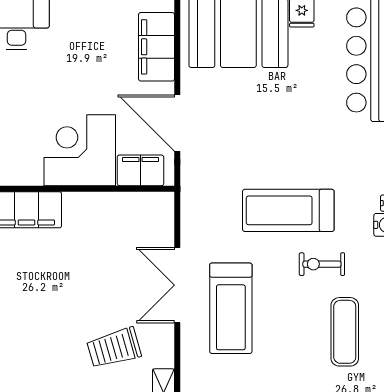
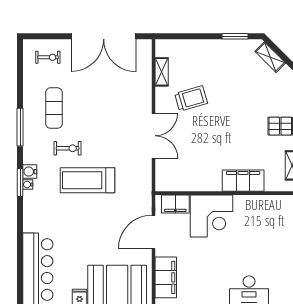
door: (177, 123) -> (154, 232), swing flipped
treadmill: (288, 210) -> (88, 180), turned 180
treadmill: (231, 308) -> (122, 122), removed

